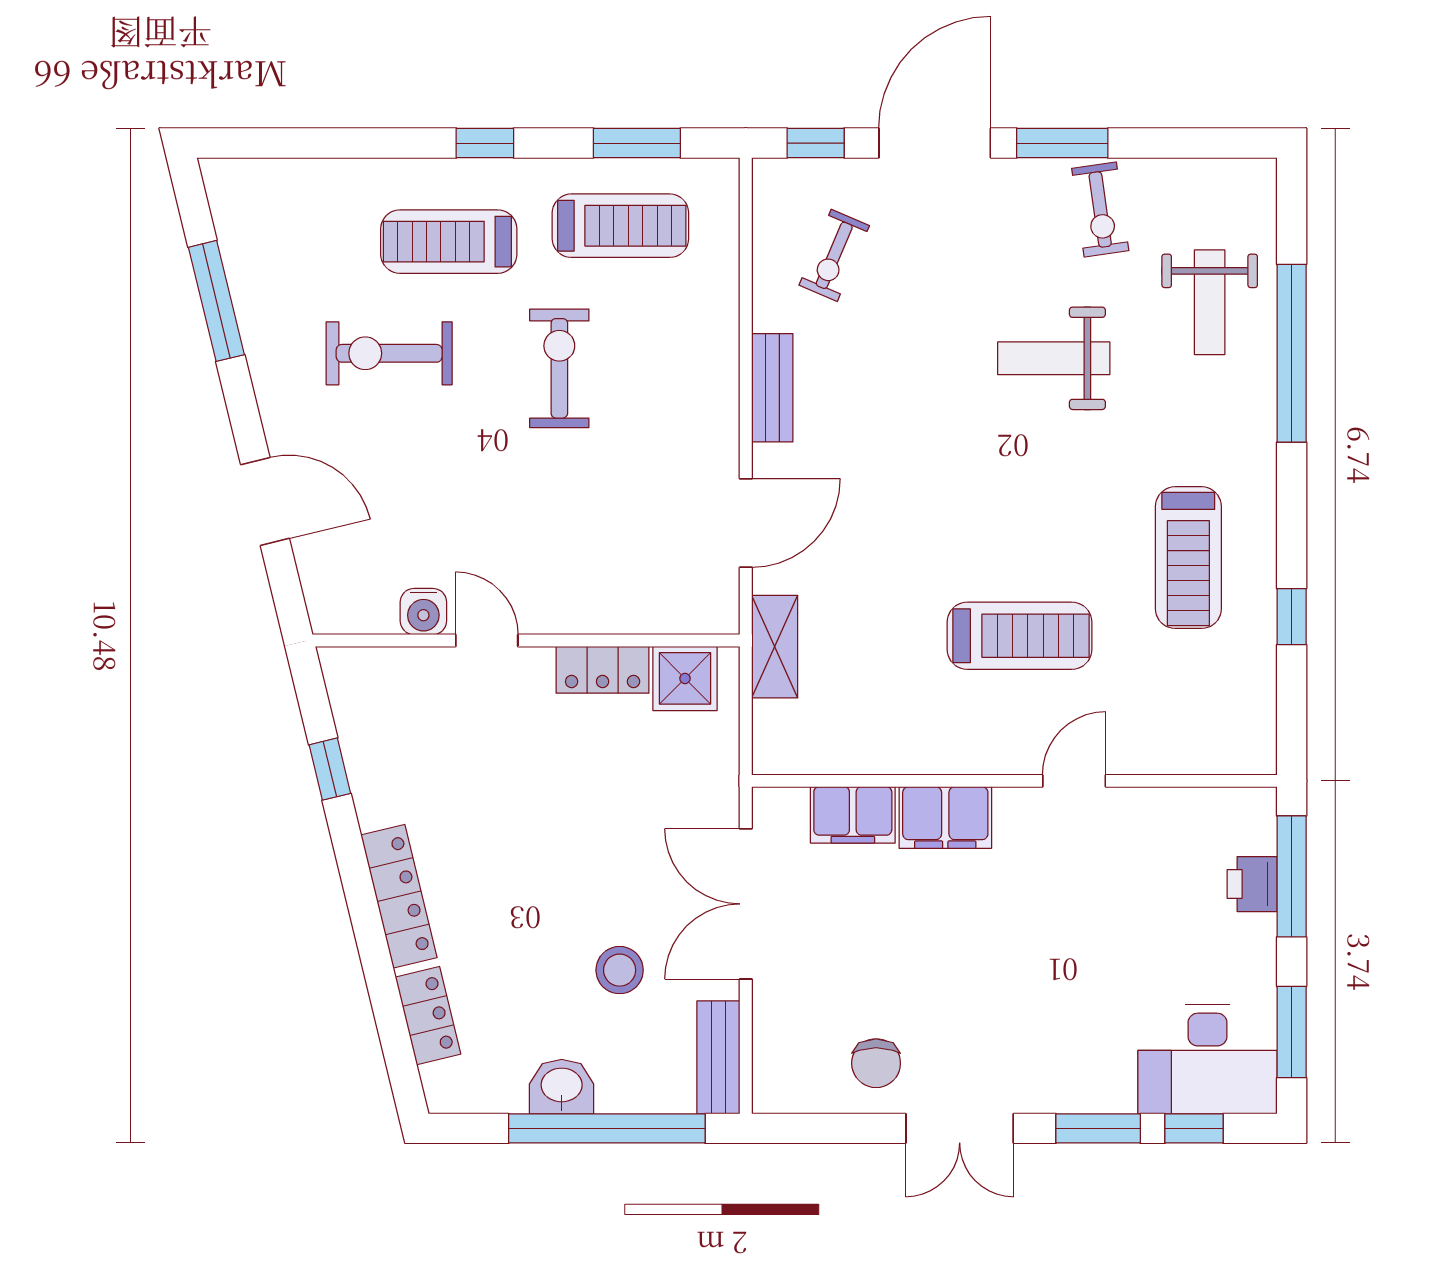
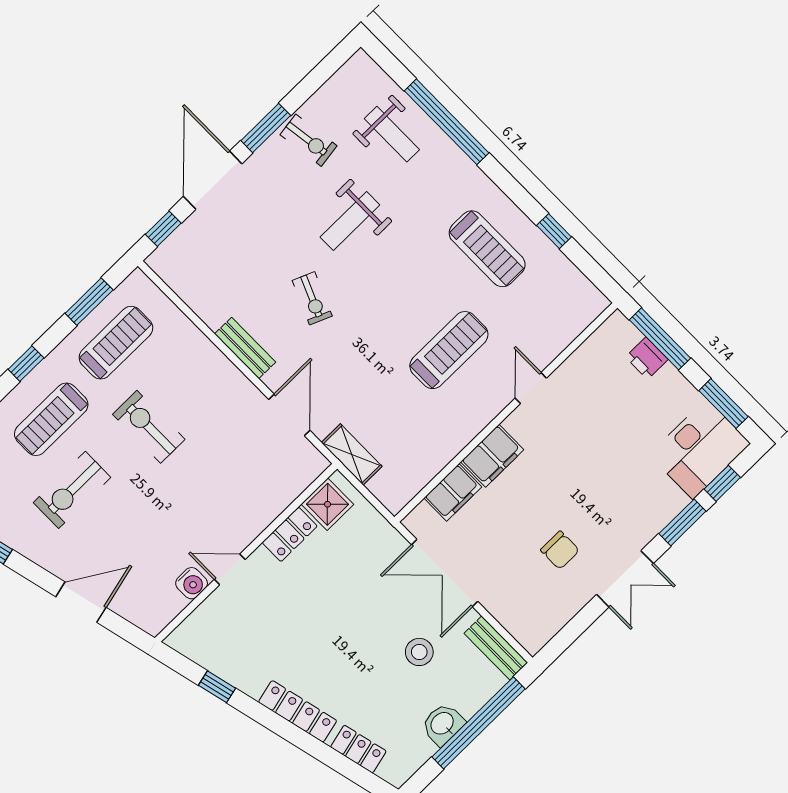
exercise bike: (834, 255) -> (312, 298), moved
chair: (876, 1063) -> (560, 550), moved

